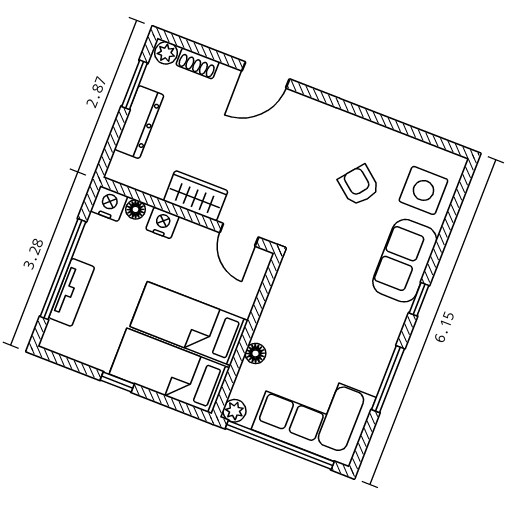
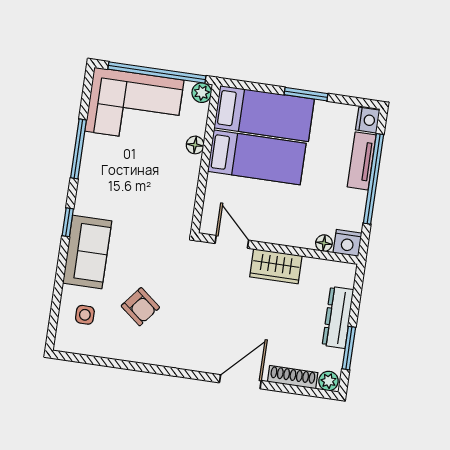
shoe rack: (198, 63) -> (293, 377), width x1.43
side table: (423, 190) -> (85, 315), width x0.54, depth x0.54
nightstand: (162, 223) -> (368, 120), moved, turned -90
window: (117, 382) -> (306, 94), width x1.50

